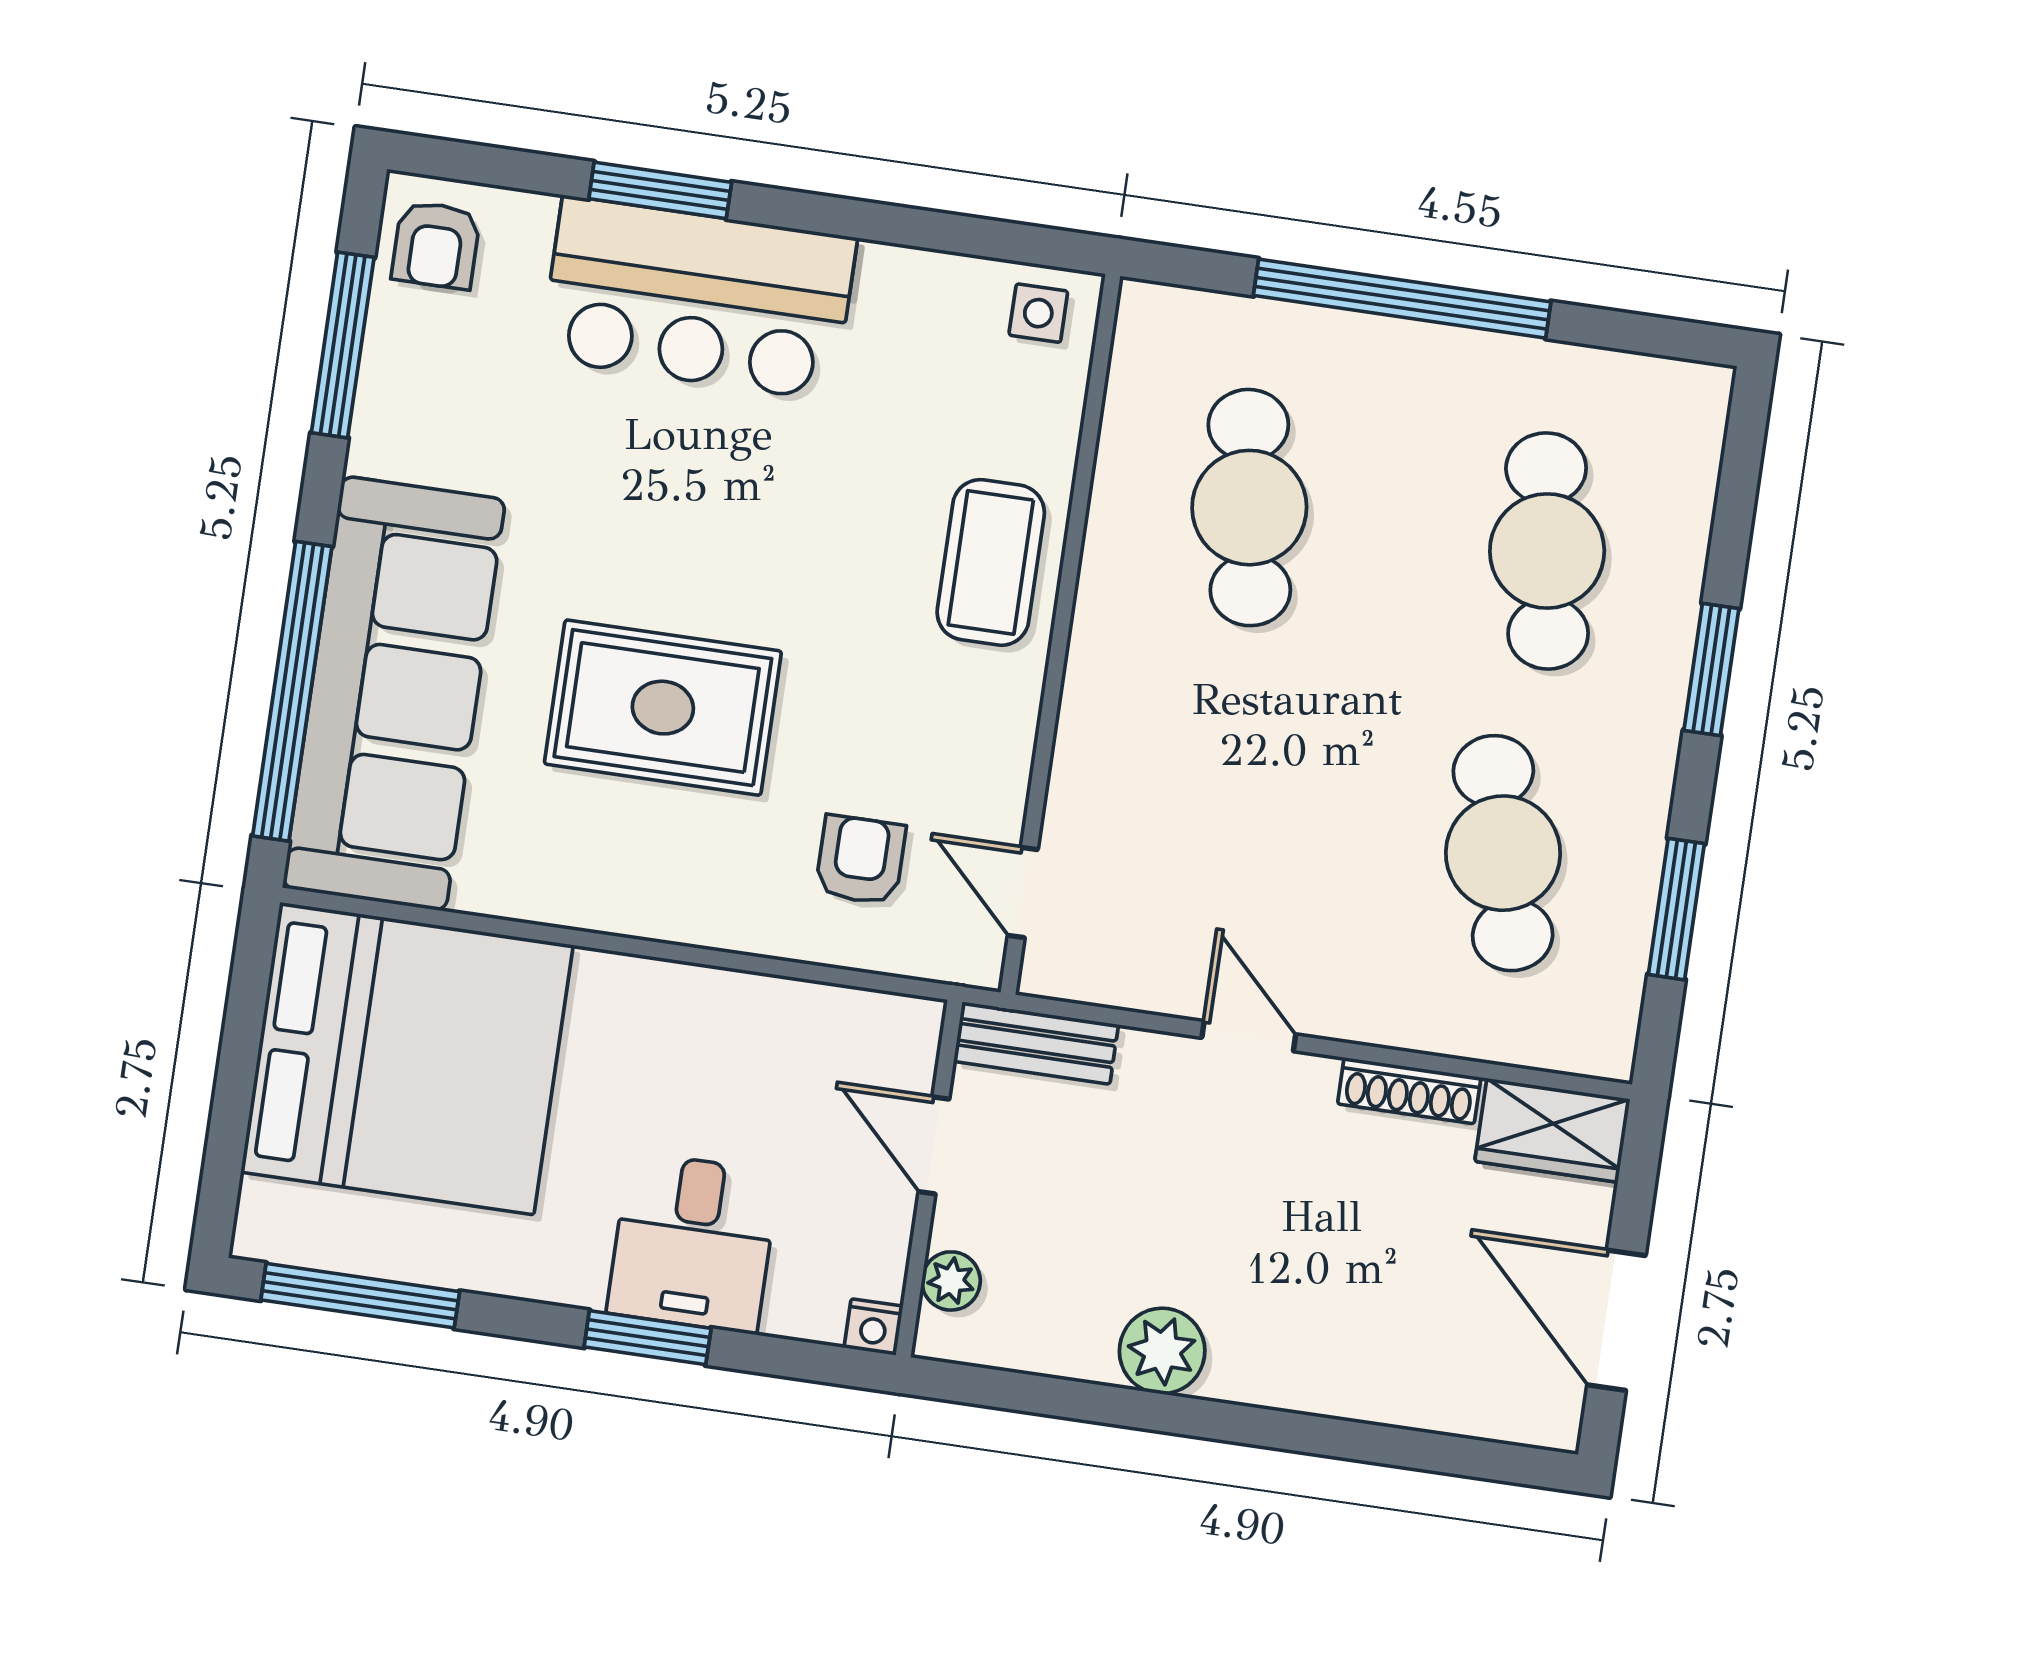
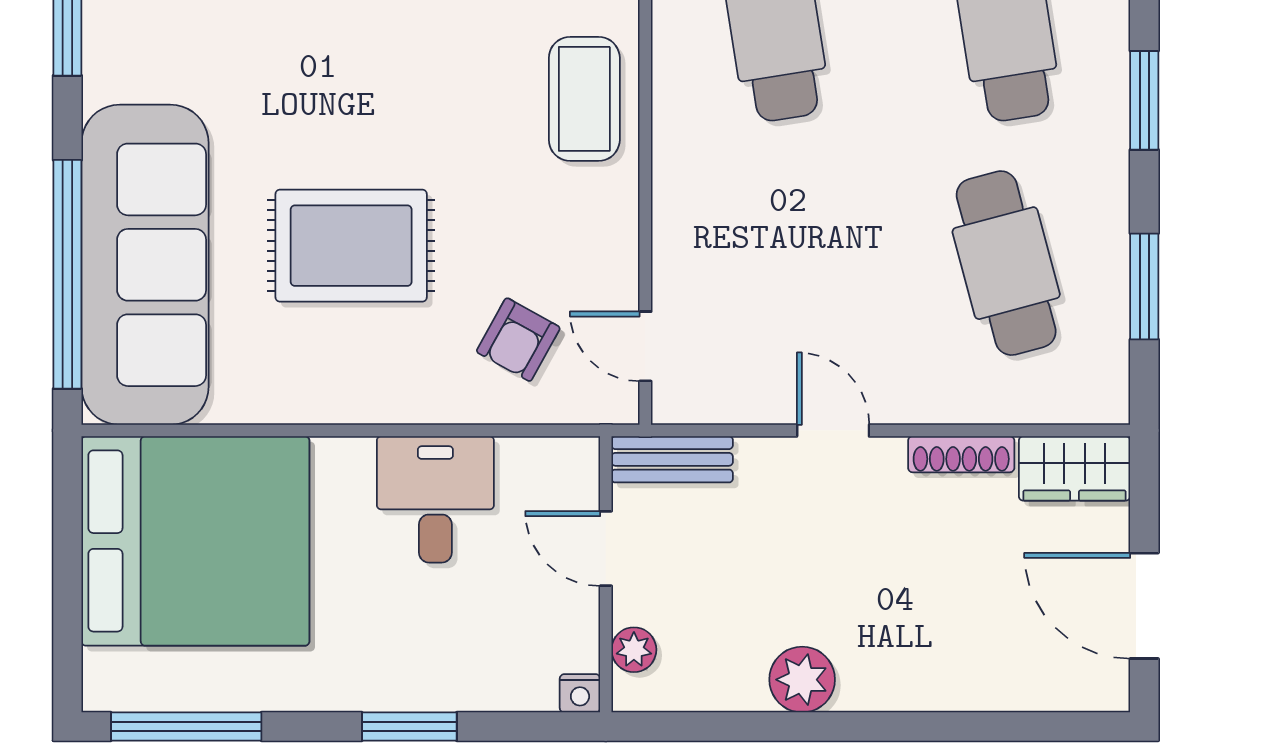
armchair: (860, 860) -> (518, 340), turned -151
desk: (693, 1243) -> (435, 499), moved, turned 180

